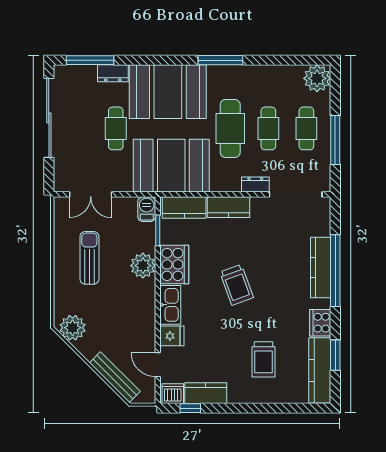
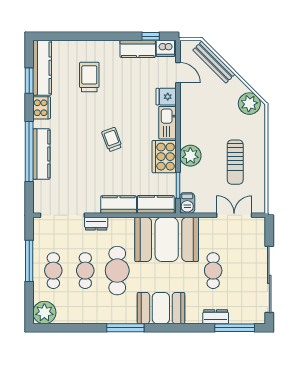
booth: (168, 92) -> (161, 308), width x0.73, depth x0.70
trolley: (237, 285) -> (112, 139), width x0.73, depth x0.72

